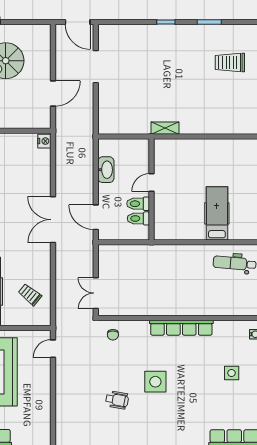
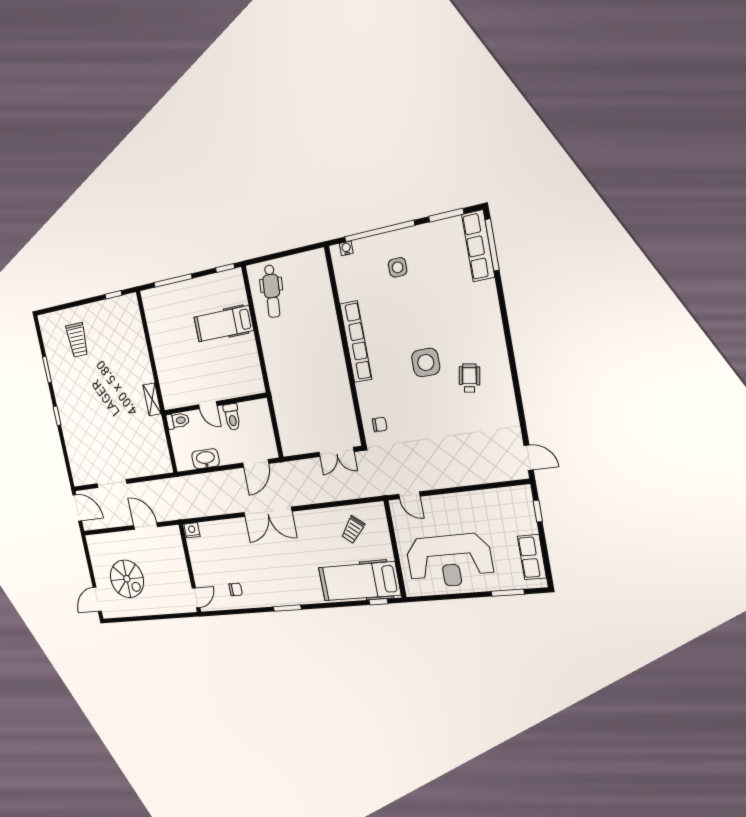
door: (78, 22) -> (77, 508), hinge flipped
toilet: (138, 218) -> (178, 421), moved, turned -90
wheelchair: (117, 400) -> (469, 378), moved

